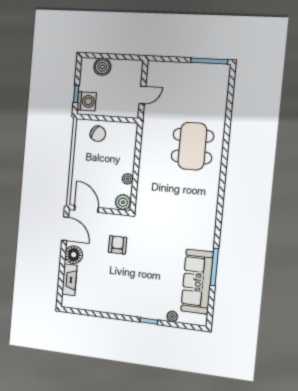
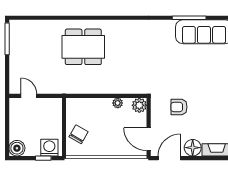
boiler: (102, 67) -> (17, 148), moved
door: (143, 95) -> (29, 96), moved
door: (86, 209) -> (149, 139), hinge flipped

